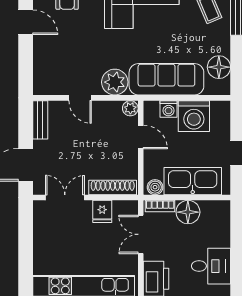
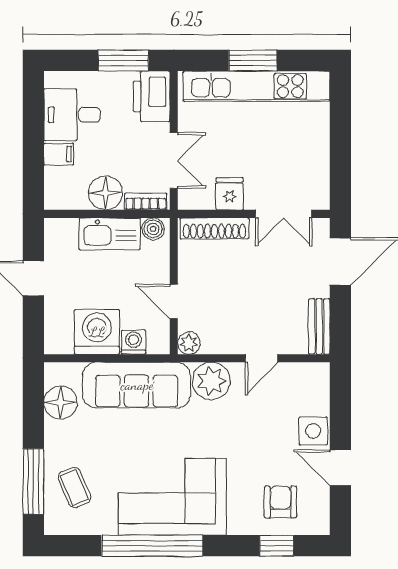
side table: (44, 48) -> (313, 431), added
door: (80, 98) -> (262, 358), swing flipped
kitchen sink: (193, 181) -> (110, 234), width x0.73, depth x0.81
filing cabinet: (220, 239) -> (59, 154), added

